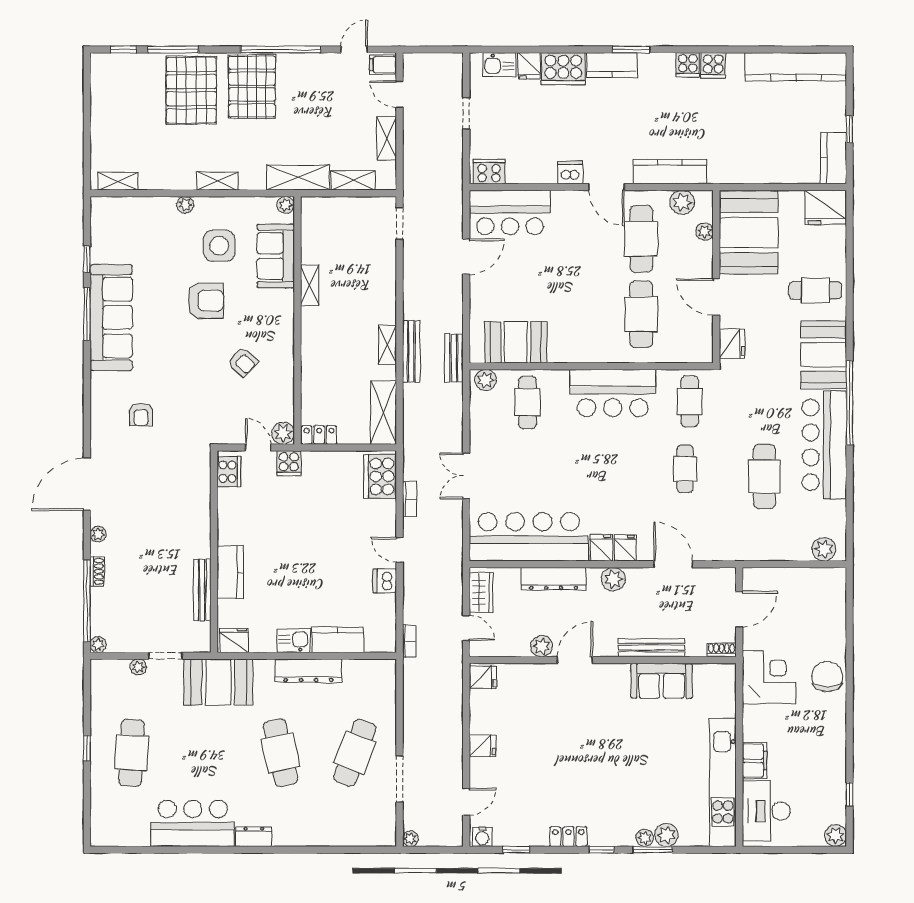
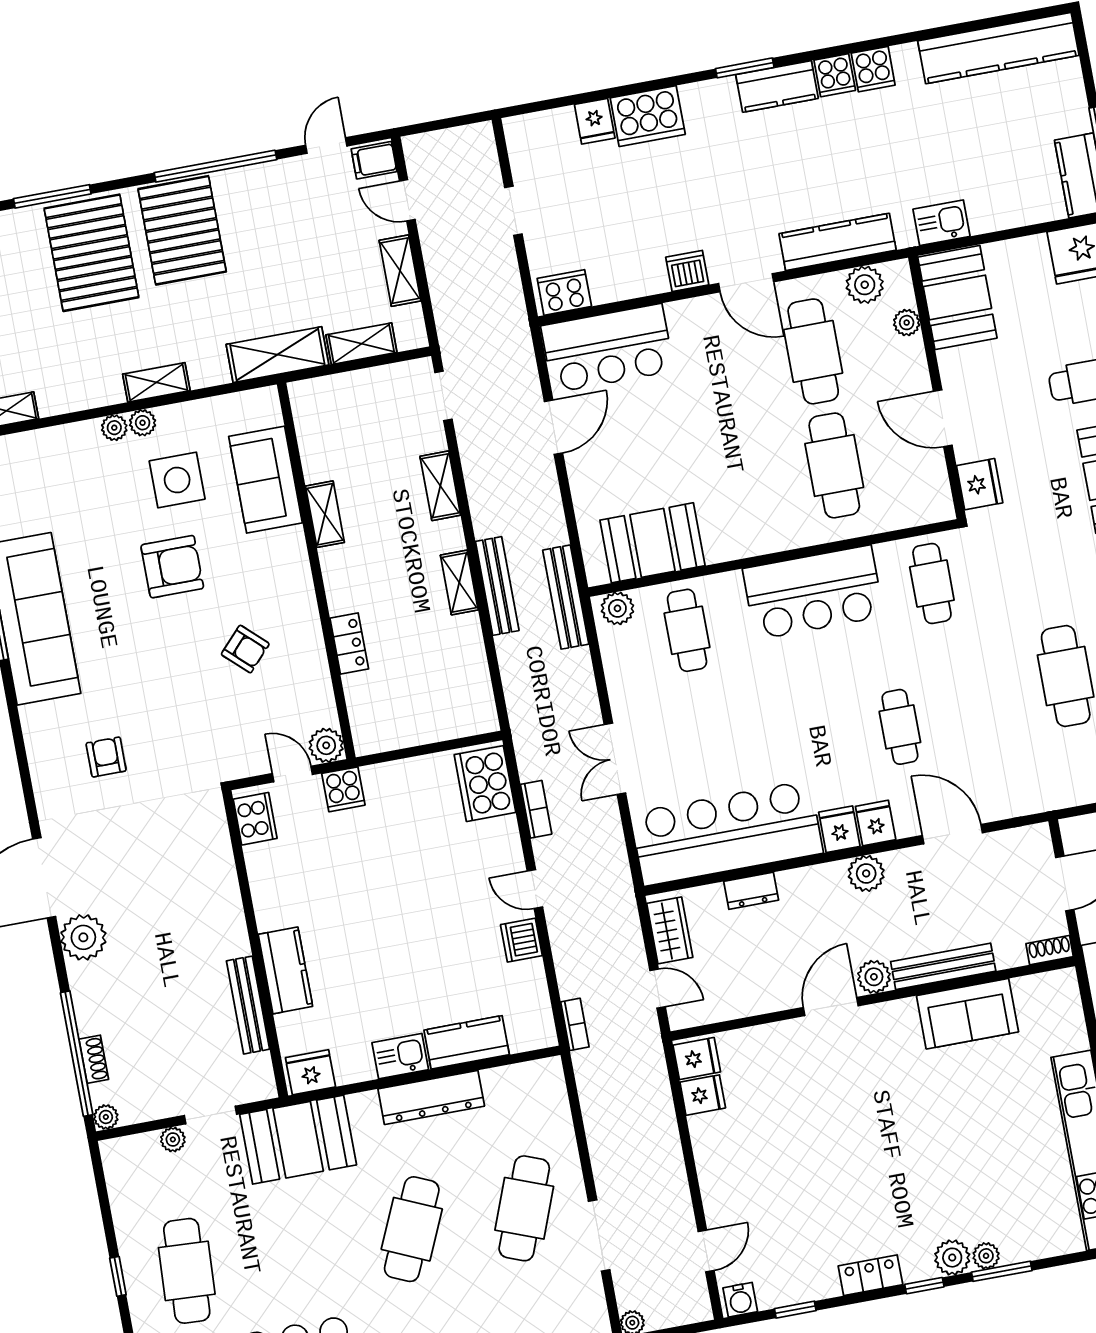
kitchen sink: (499, 65) -> (941, 223), moved, turned 180
kitchen counter: (612, 65) -> (777, 86), moved
plant: (286, 205) -> (143, 423), moved
booth: (749, 233) -> (957, 298), width x0.73, depth x0.70
bench: (454, 358) -> (566, 597), width x1.36
shelving: (384, 412) -> (440, 486), moved, width x0.67, depth x0.75
armchair: (141, 414) -> (106, 757), turned 180
locker: (319, 435) -> (349, 643), moved, turned 90
cafe table: (685, 469) -> (900, 727), moved
plant: (98, 534) -> (83, 937), width x1.87, depth x1.87
shoe rack: (97, 571) -> (94, 1059), moved
dresser: (553, 579) -> (751, 891), width x0.51, depth x0.80
plant: (542, 646) -> (874, 977), moved
fridge: (482, 746) -> (703, 1095), moved
cafe table: (280, 753) -> (412, 1229), turned 36
plant: (666, 835) -> (952, 1258), moved

